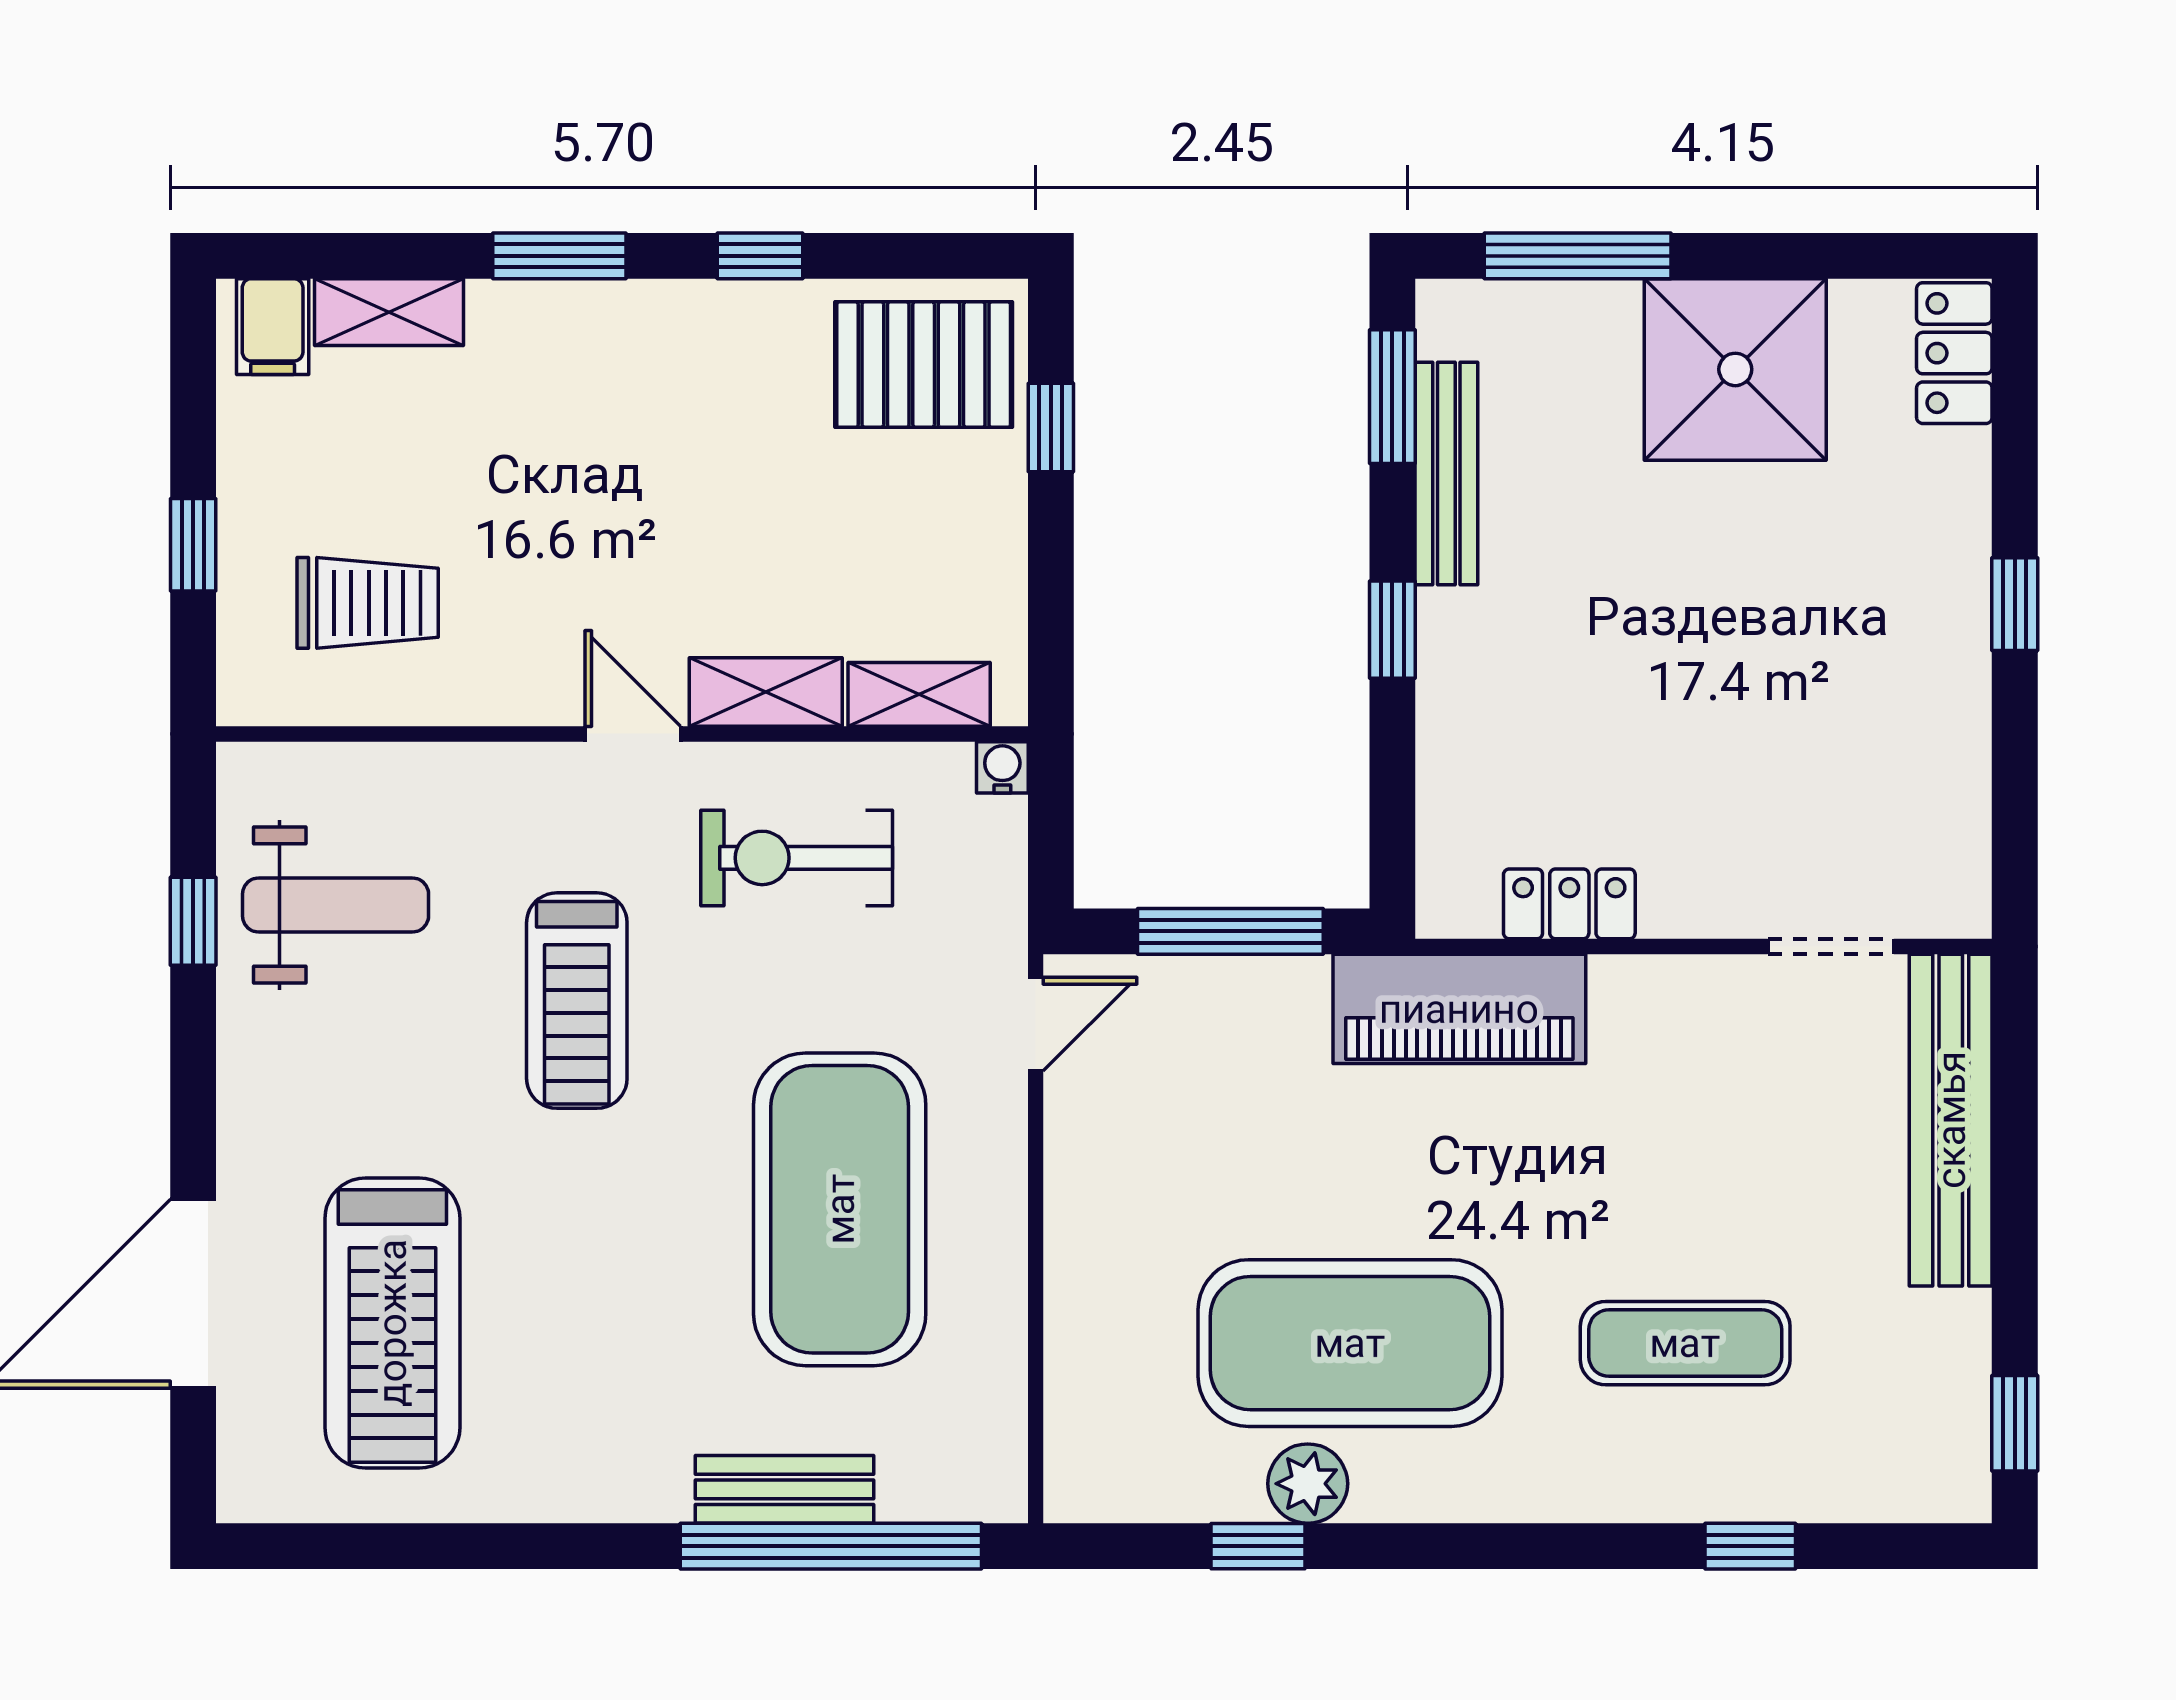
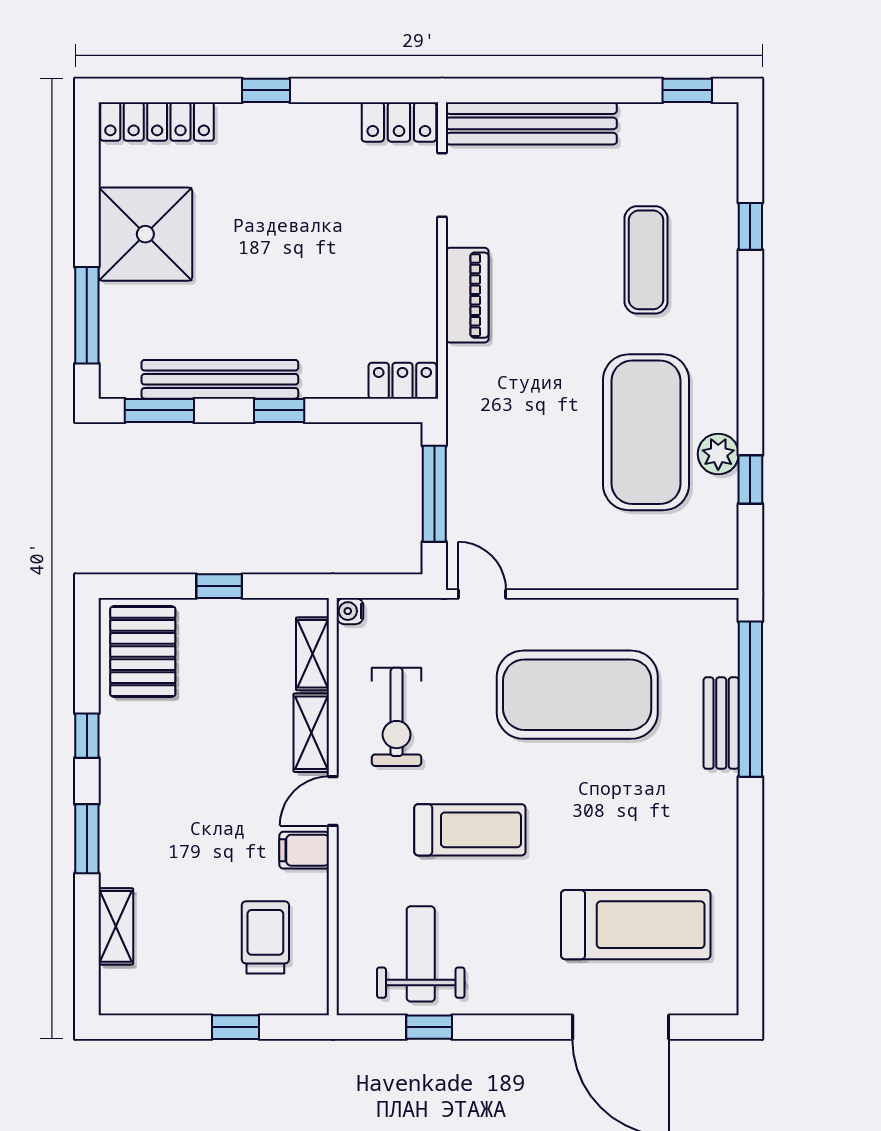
filing cabinet: (273, 327) -> (304, 850), moved, turned 180
locker: (1954, 353) -> (157, 121), width x1.53
window: (1051, 427) -> (219, 586), moved
bench: (1446, 474) -> (220, 379), width x1.37, depth x1.21
locker: (1953, 863) -> (399, 122), added
locker: (1569, 904) -> (402, 381), moved, turned 90
piano: (1459, 1009) -> (467, 295), moved, width x0.73, depth x0.75

